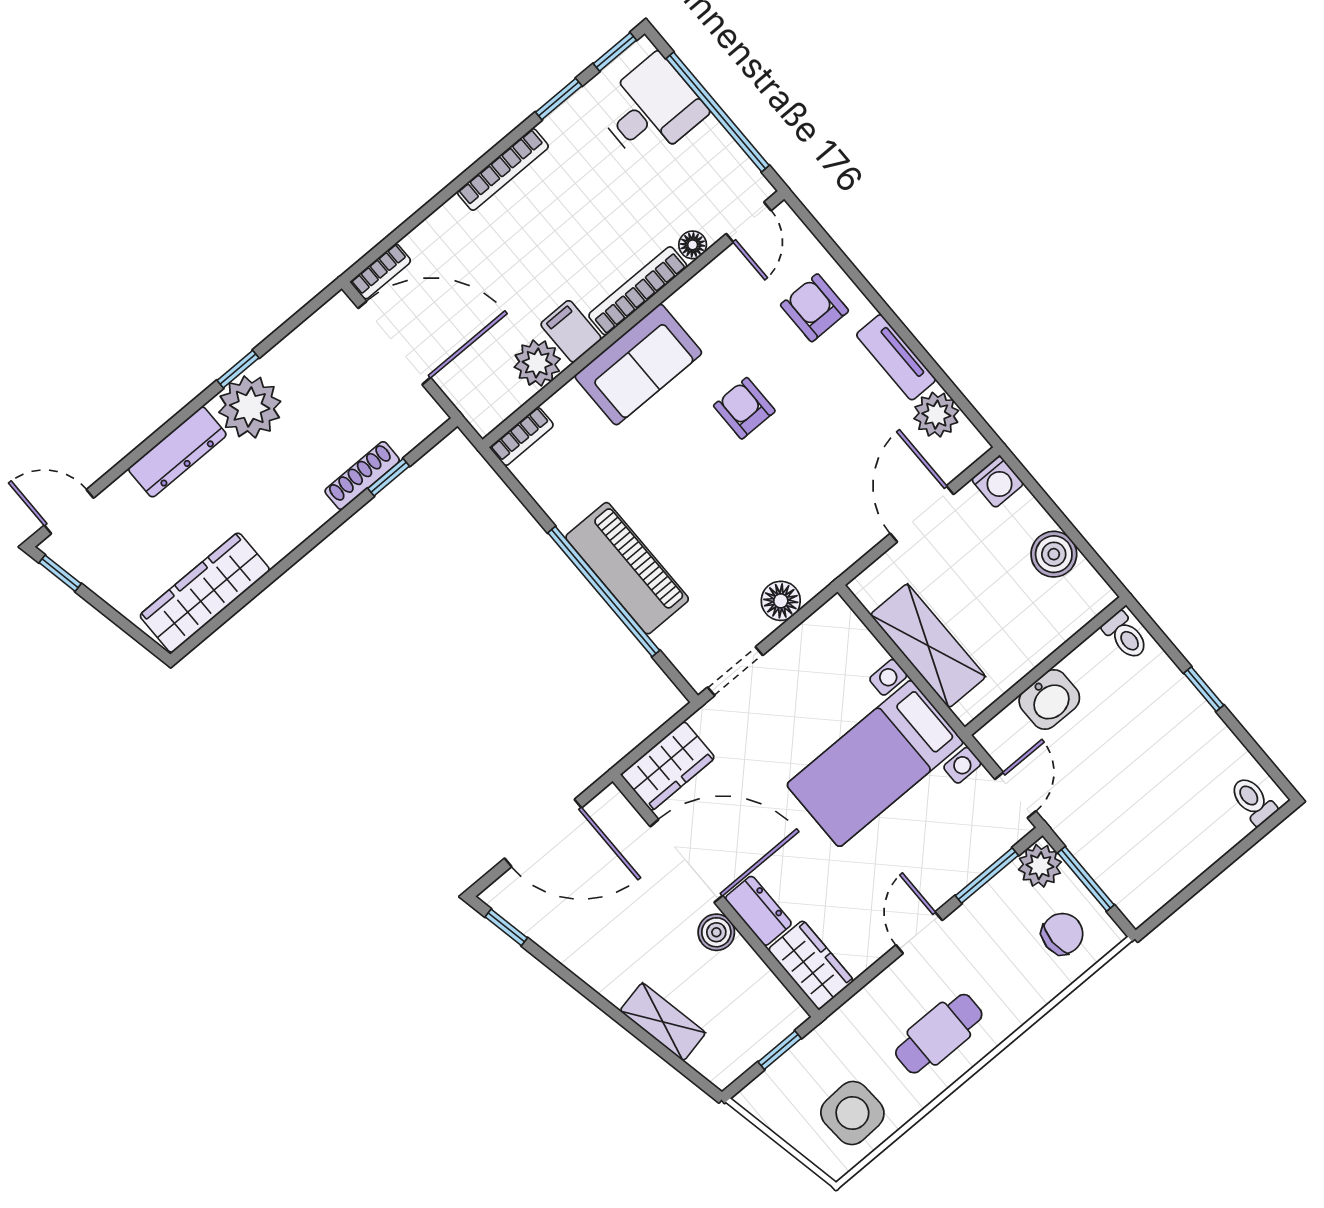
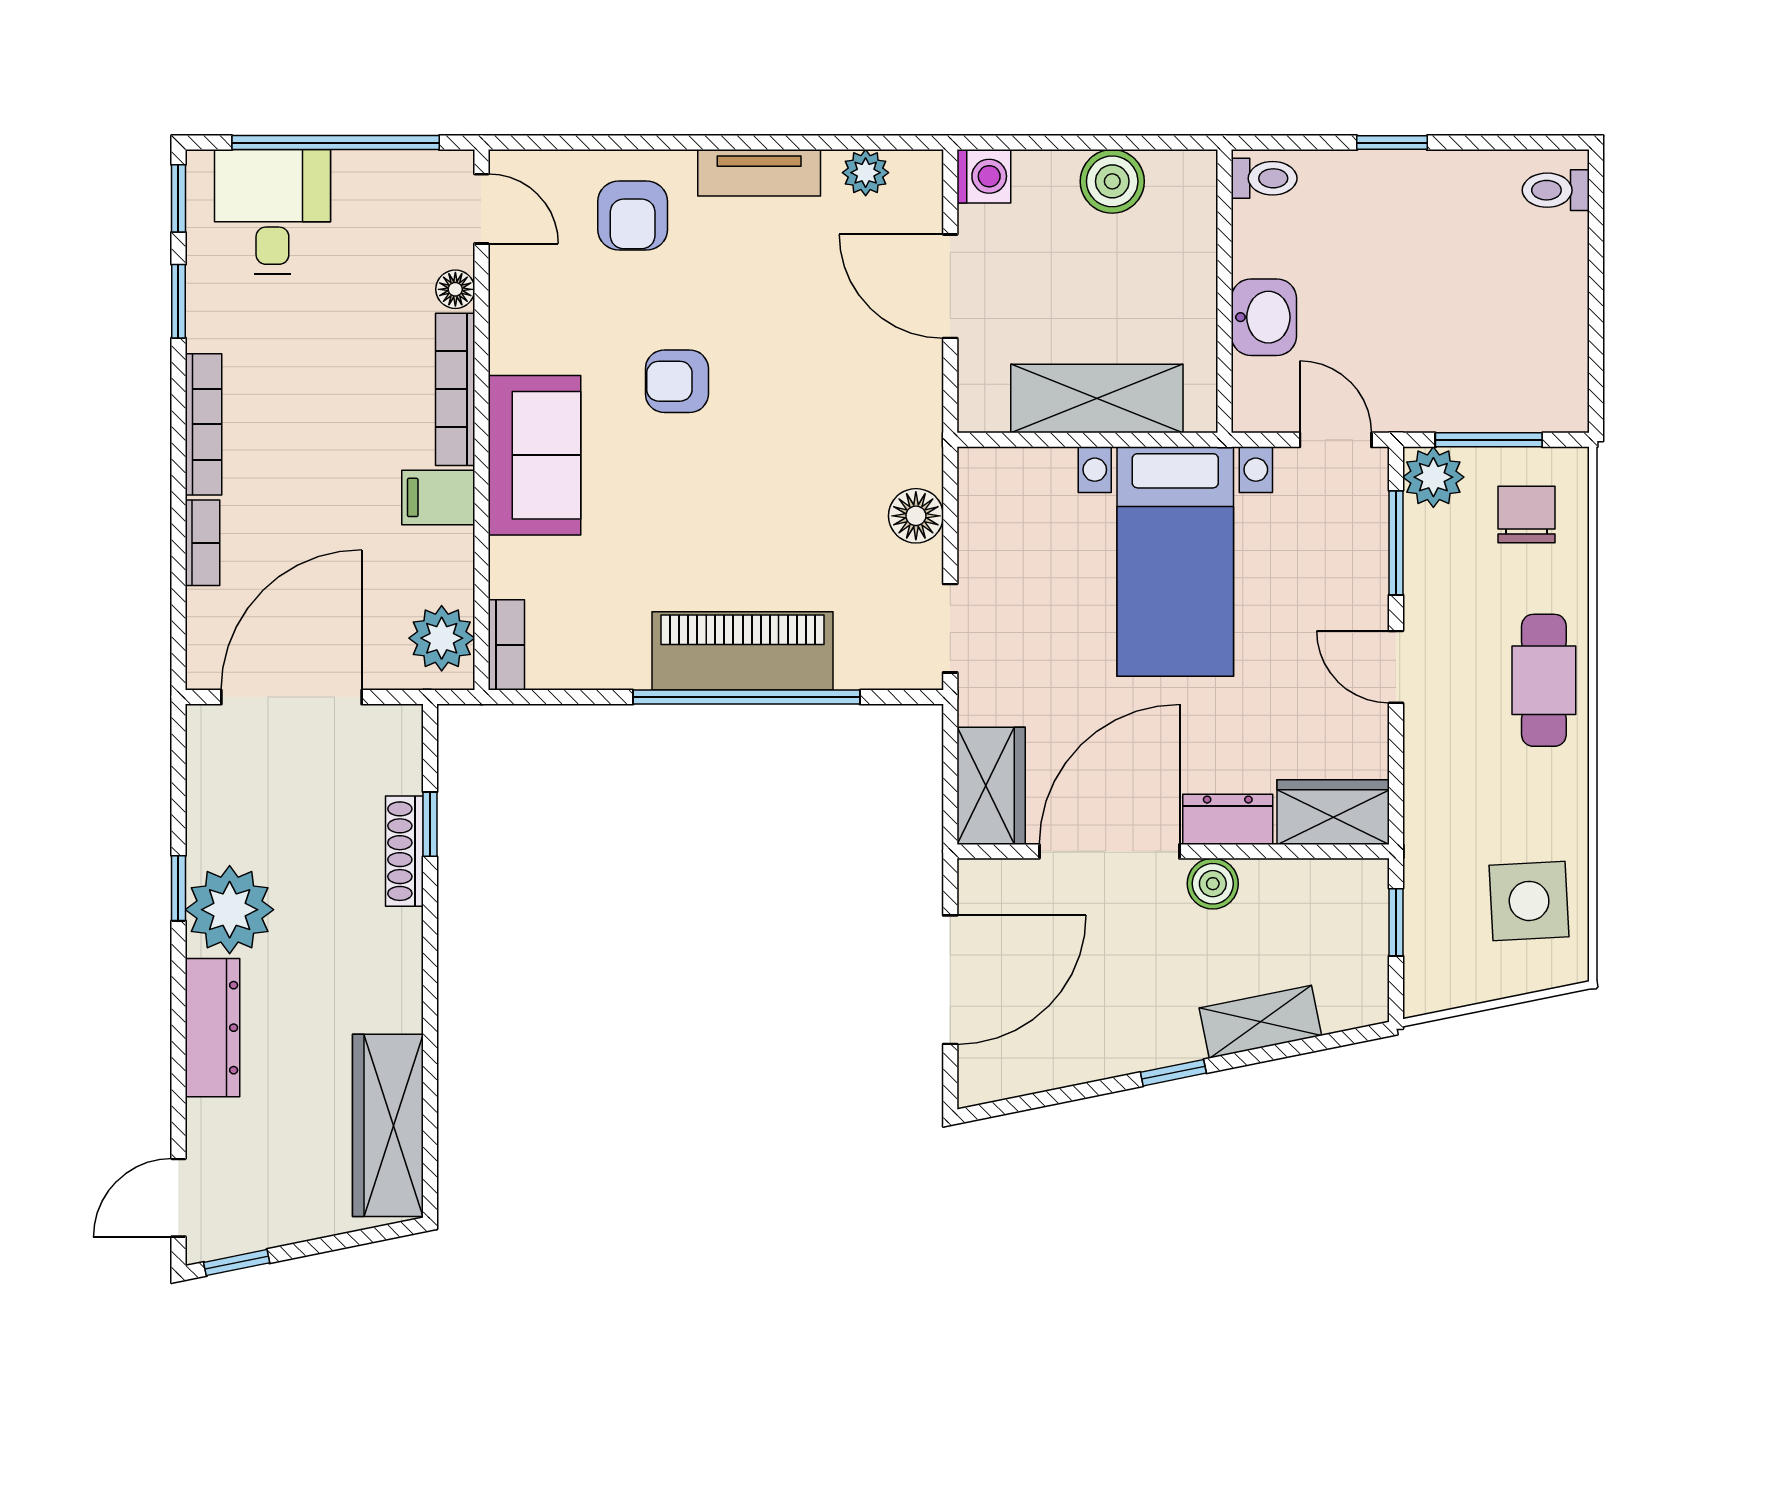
bookcase: (381, 271) -> (203, 543), moved
armchair: (814, 308) -> (633, 215), turned -90
plant: (537, 363) -> (442, 638), moved
plant: (936, 415) -> (866, 173), width x0.73, depth x0.73
window: (506, 927) -> (1173, 1073), moved
cafe table: (939, 1034) -> (1544, 680), moved

